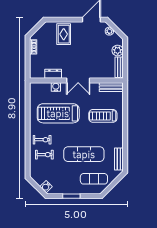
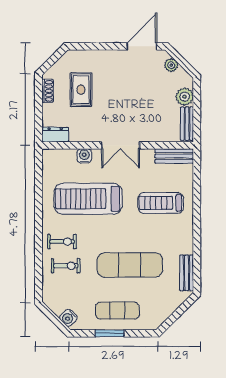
rug: (64, 34) -> (81, 90), moved
dresser: (53, 74) -> (55, 135), moved
exercise mat: (94, 179) -> (117, 311), moved

